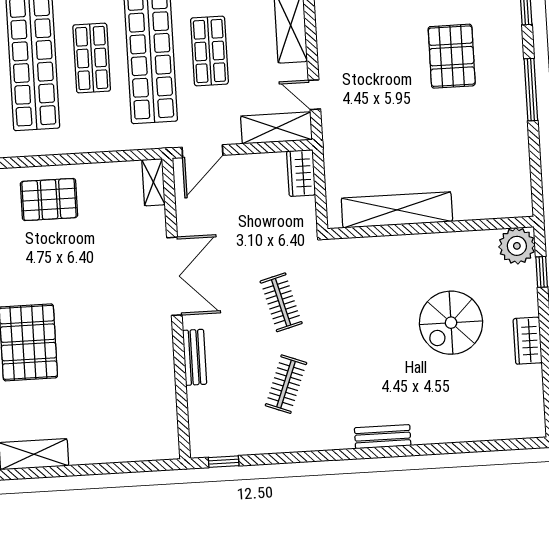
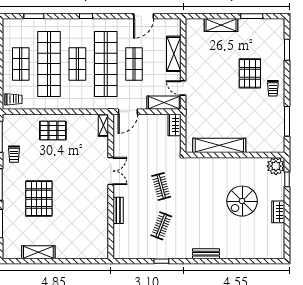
trolley: (501, 85) -> (273, 88), added
window: (531, 90) -> (287, 121), moved
double door: (174, 276) -> (111, 171), width x0.73
window: (224, 462) -> (161, 261), moved

